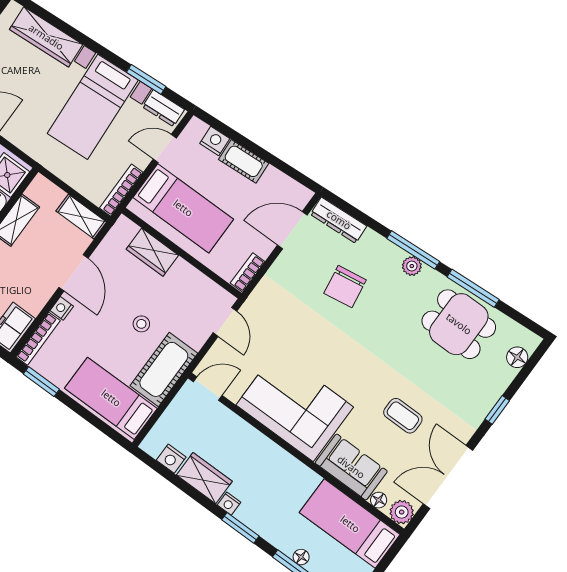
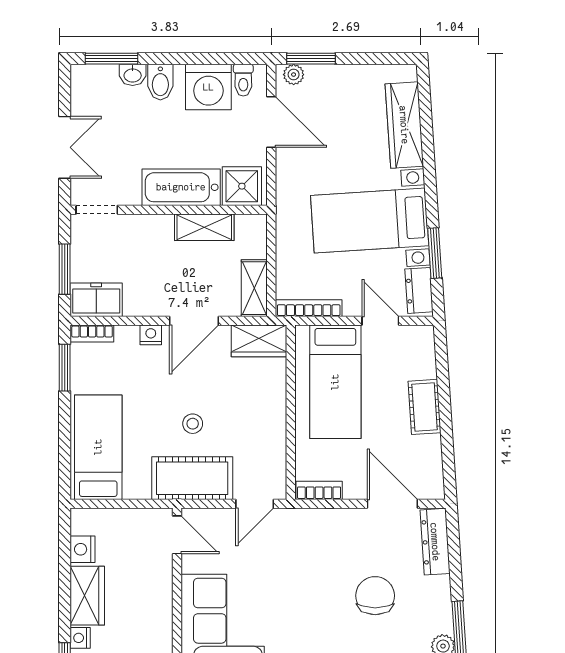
nightstand: (215, 141) -> (424, 364), removed
wardrobe: (152, 252) -> (259, 341), moved, turned -90
chair: (345, 287) -> (375, 596), turned 99
bookcase: (38, 339) -> (92, 334), width x0.64
cot: (164, 369) -> (192, 478), moved

